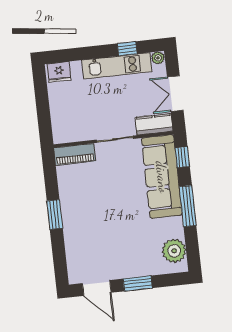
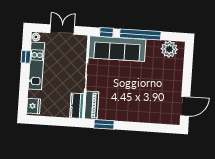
double door: (175, 94) -> (62, 29), swing flipped
kitchen counter: (154, 124) -> (77, 106), moved
window: (188, 206) -> (140, 35), width x1.46
window: (55, 215) -> (104, 124), moved
window: (138, 283) -> (187, 78), removed

